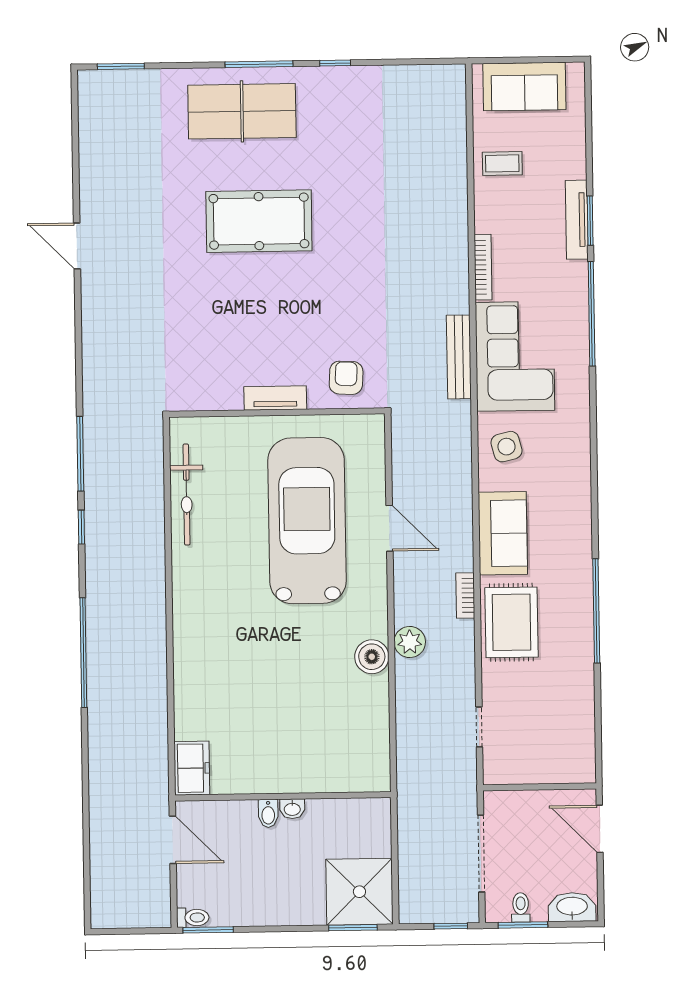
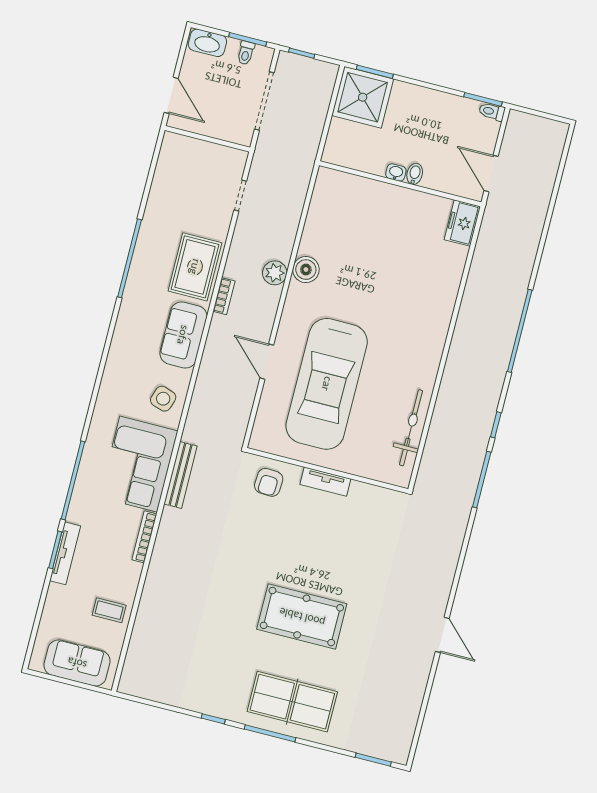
side table: (506, 447) -> (163, 399), turned 32

